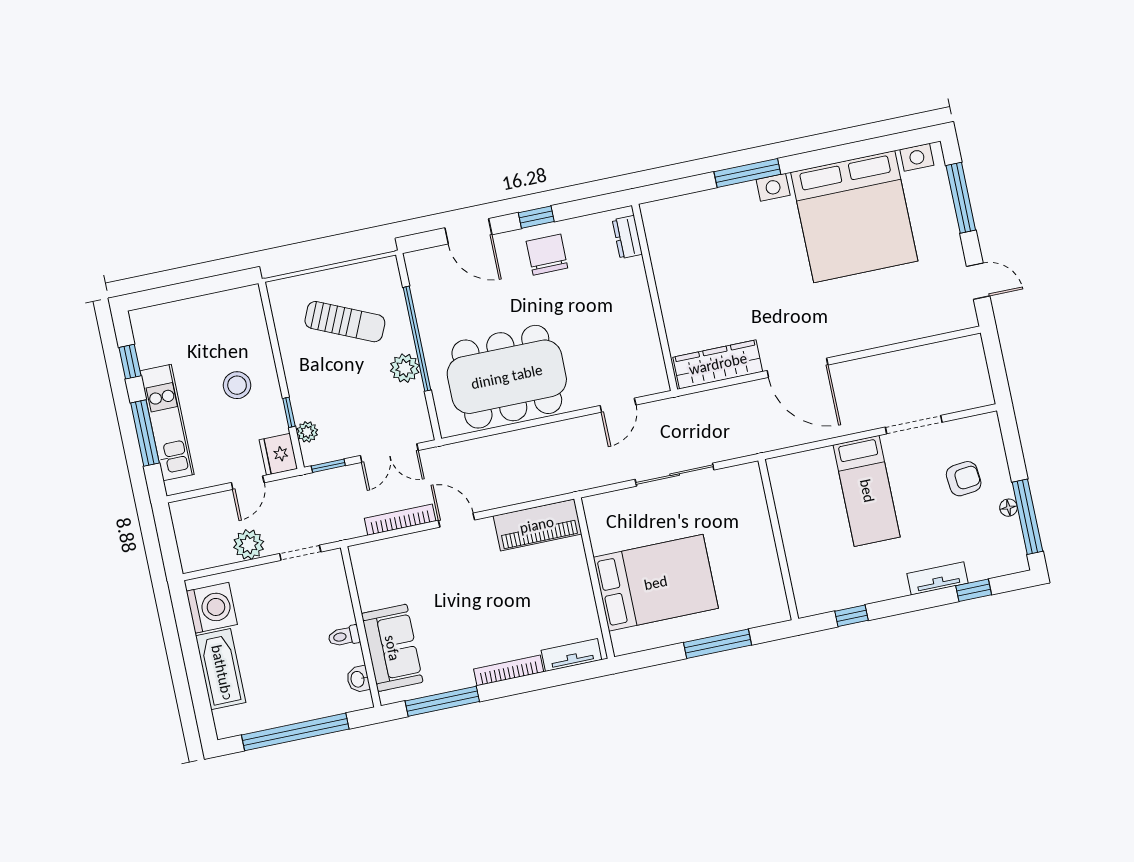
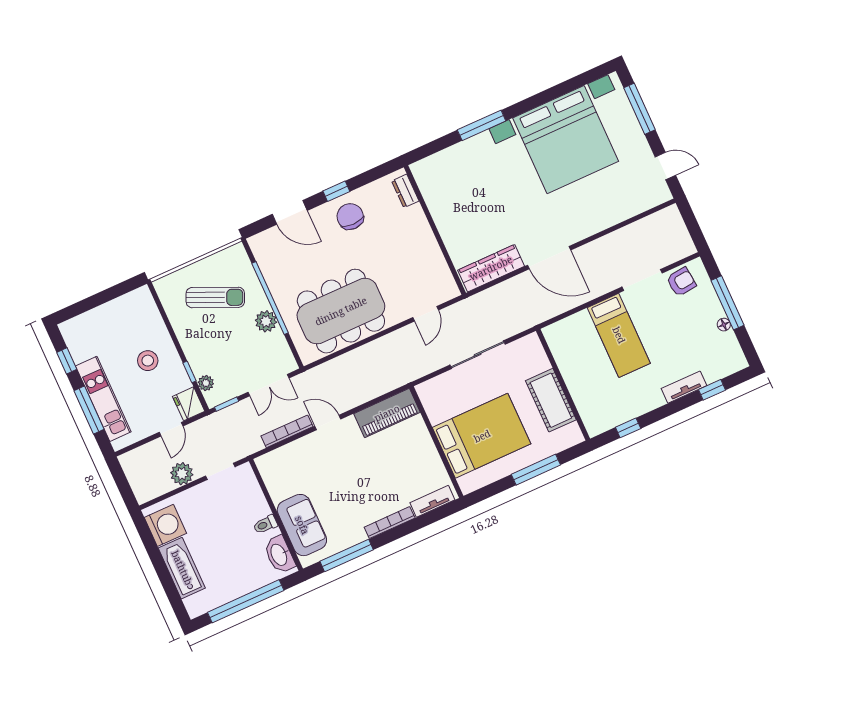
armchair: (964, 479) -> (681, 282), moved
window: (1027, 517) -> (727, 303), moved
cot: (758, 556) -> (551, 400), added
washbasin: (358, 679) -> (279, 555), width x1.91, depth x1.45

